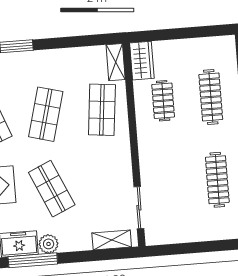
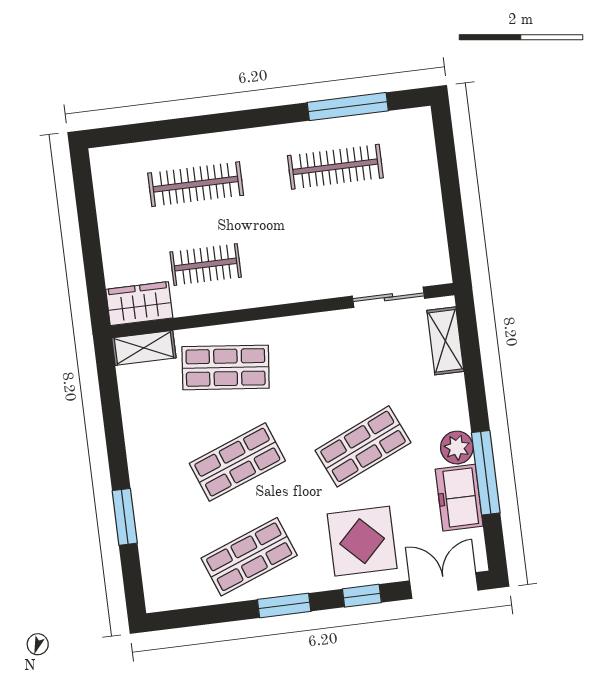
shop shelf: (46, 114) -> (237, 462), turned -36

